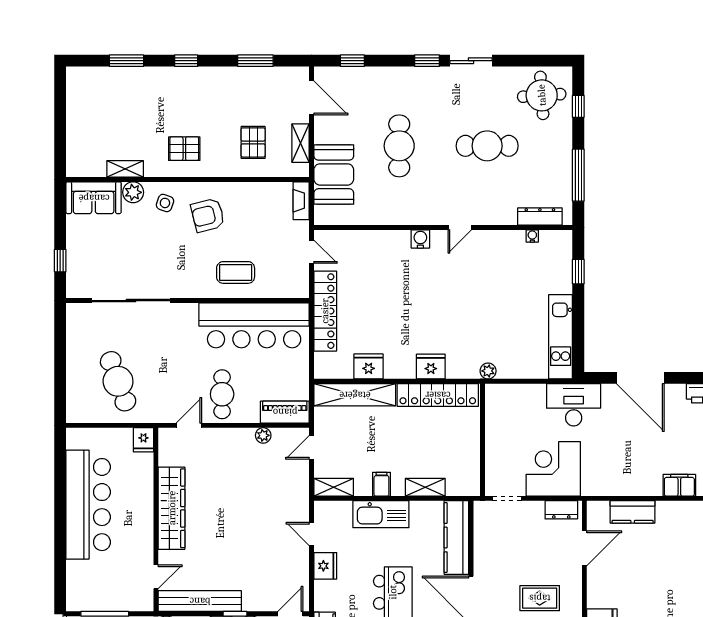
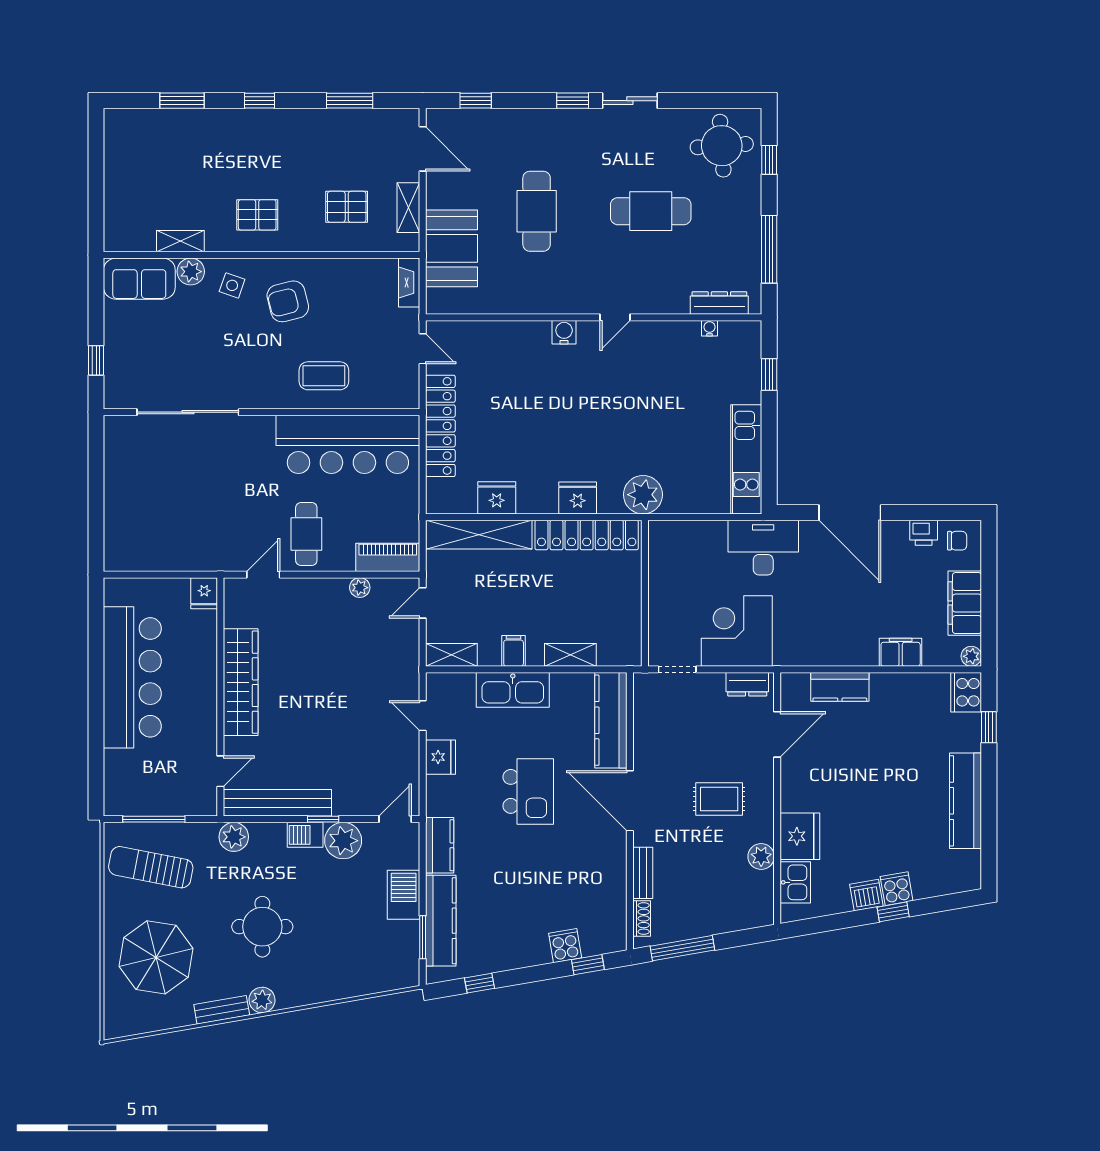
pallet: (253, 142) -> (347, 207), turned 90
plant: (488, 371) -> (643, 495), width x1.88, depth x1.88
cafe table: (118, 381) -> (171, 517), removed

